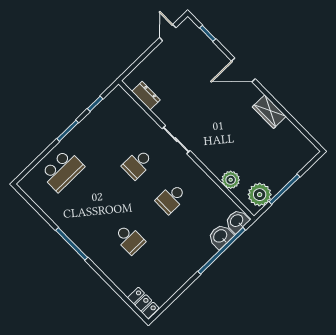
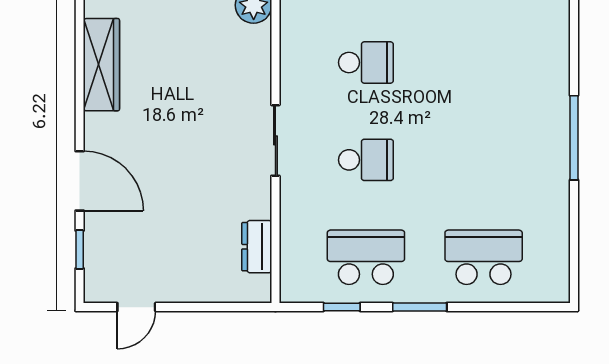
door: (243, 70) -> (80, 181), moved
wardrobe: (269, 112) -> (101, 65), width x1.50
school desk: (130, 239) -> (366, 257), moved, width x1.85

